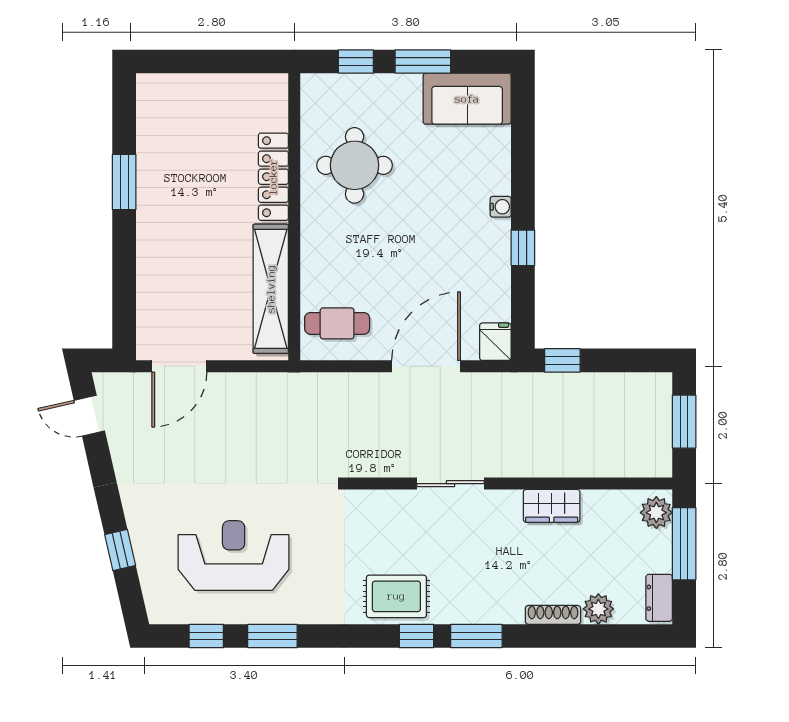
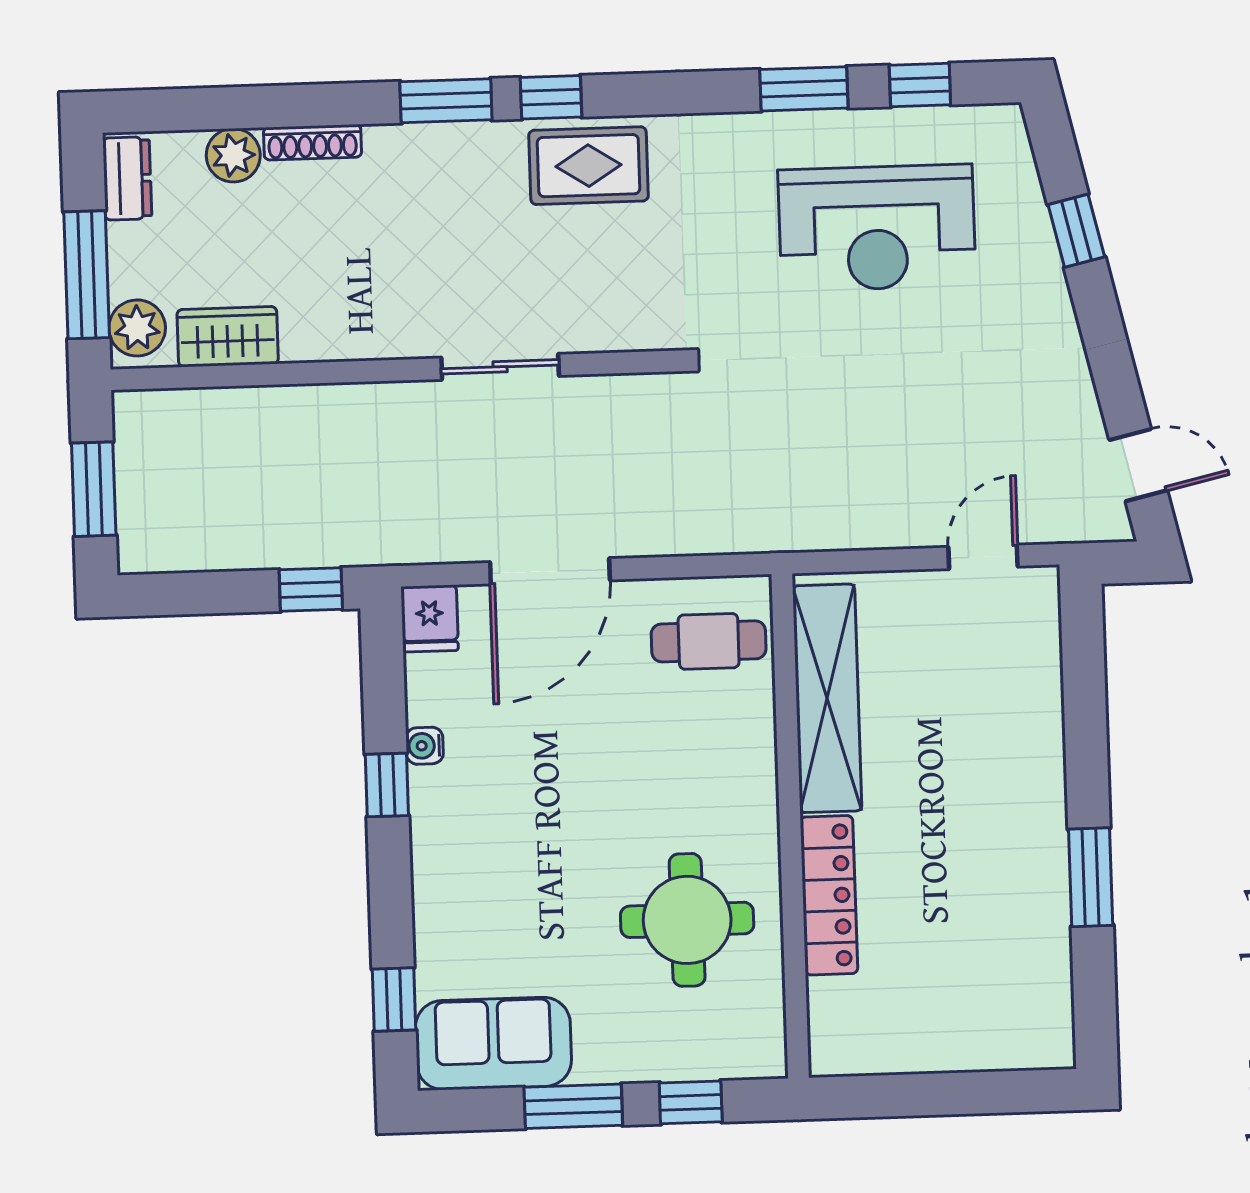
window: (523, 126) -> (394, 1000), added
water cooler: (501, 207) -> (425, 746), moved
door: (179, 366) -> (983, 557), width x0.73
wardrobe: (552, 506) -> (228, 337), moved

